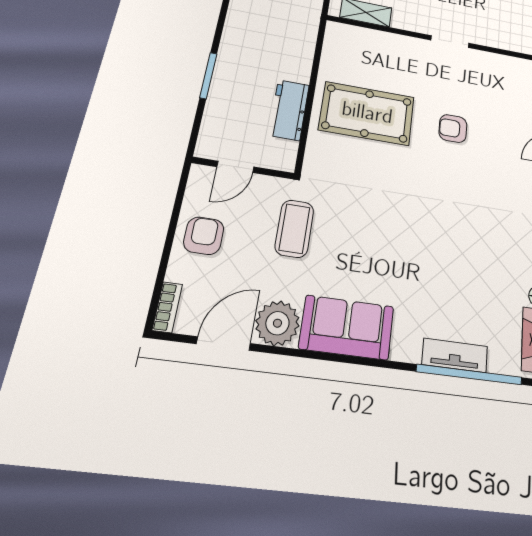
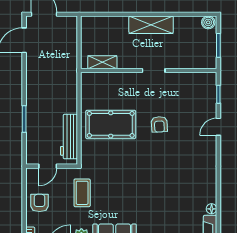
workbench: (289, 110) -> (69, 137), width x1.38
armchair: (453, 129) -> (159, 124), turned -93

